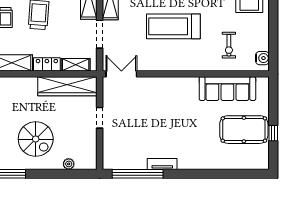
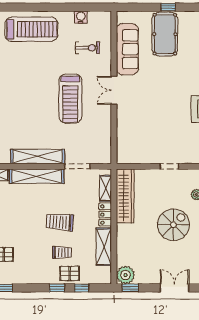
water cooler: (262, 58) -> (81, 17), moved
double door: (121, 74) -> (114, 90), moved
doorway: (100, 118) -> (169, 166), moved

